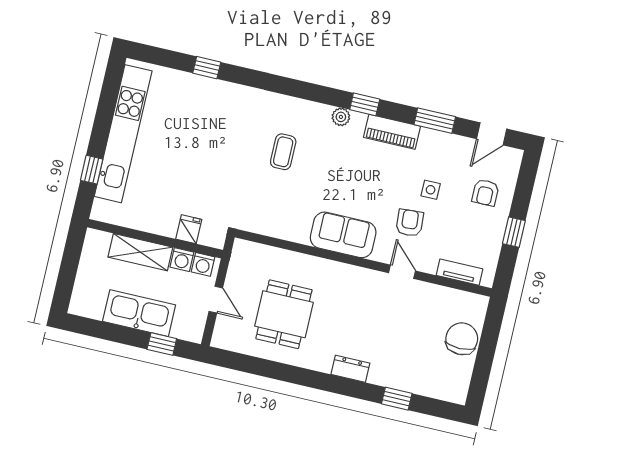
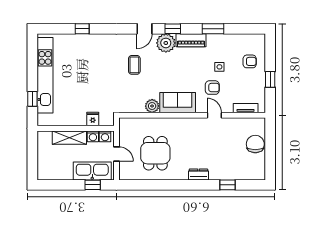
plant: (341, 117) -> (166, 43), width x1.88, depth x1.88
door: (492, 134) -> (144, 29), moved
armchair: (485, 193) -> (250, 61), turned -90
armchair: (410, 223) -> (212, 88), turned 94
plant: (297, 231) -> (152, 106), added
kitchen sink: (139, 313) -> (92, 171), moved

